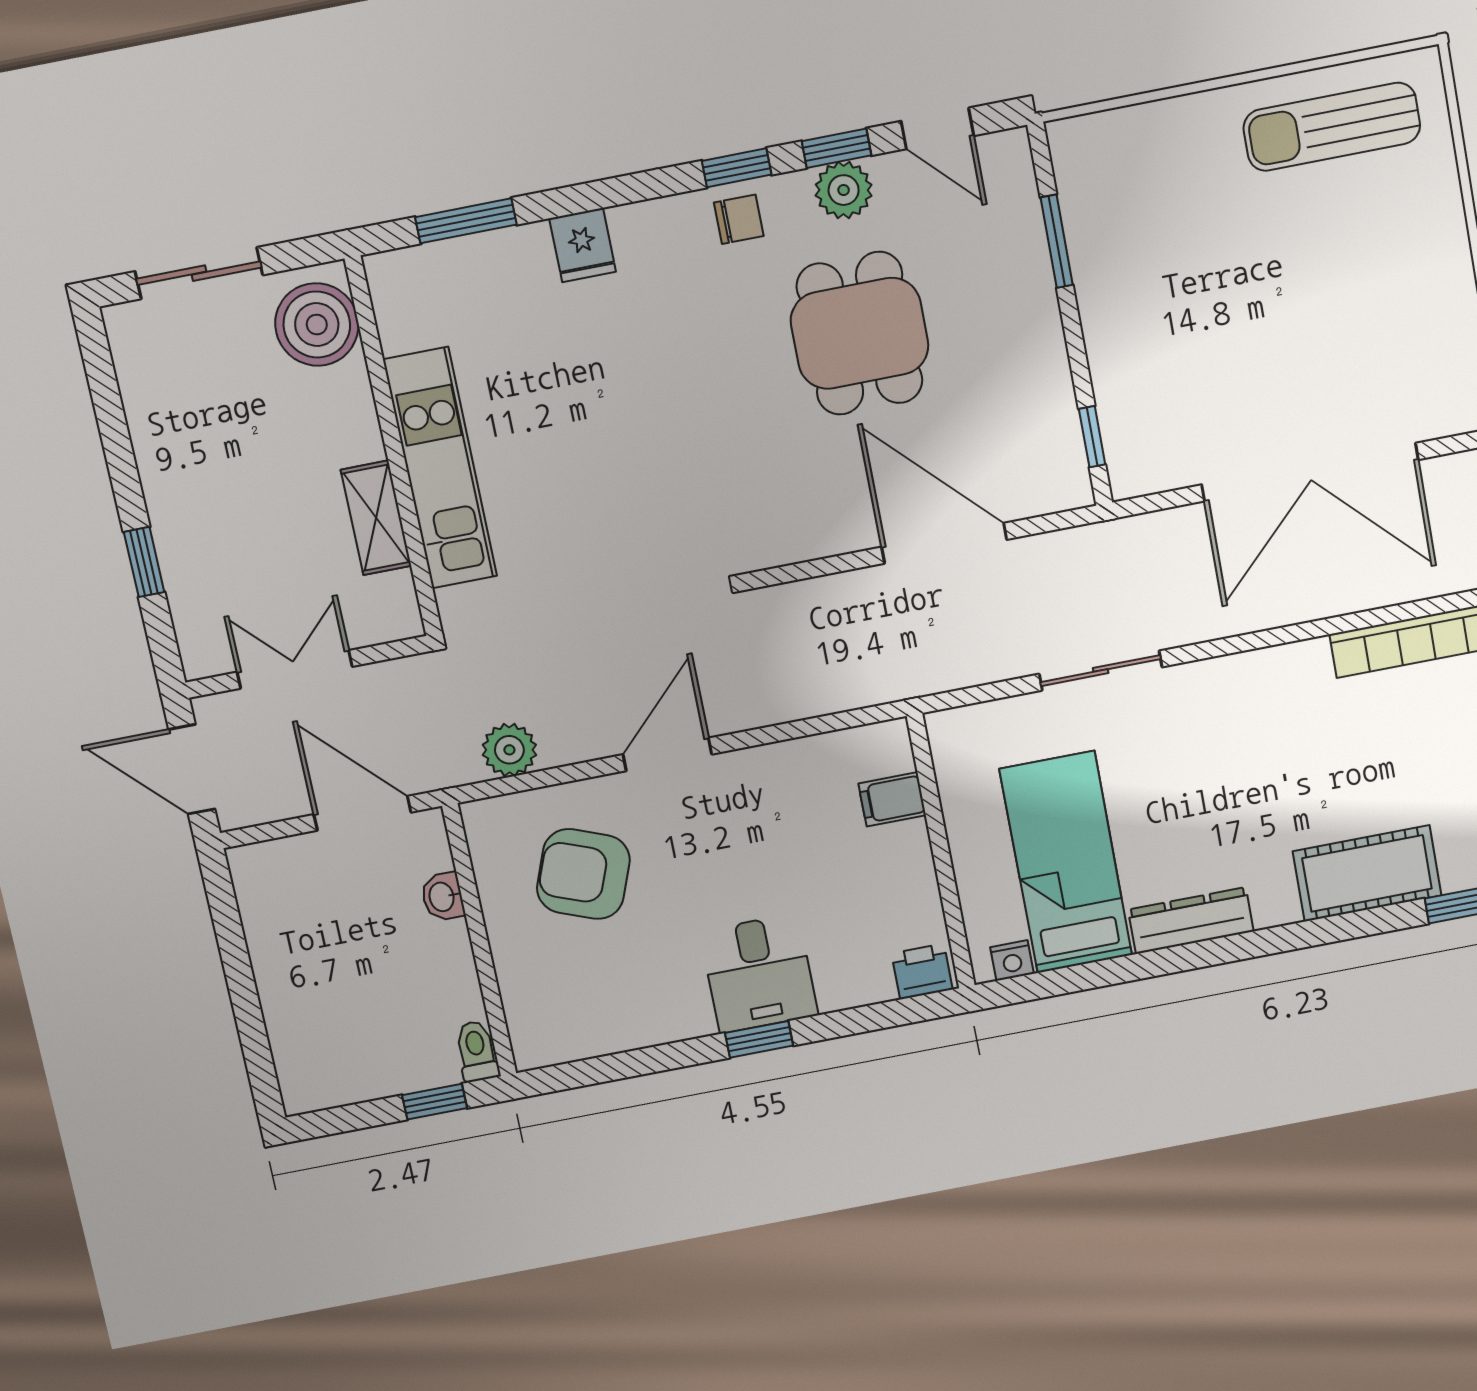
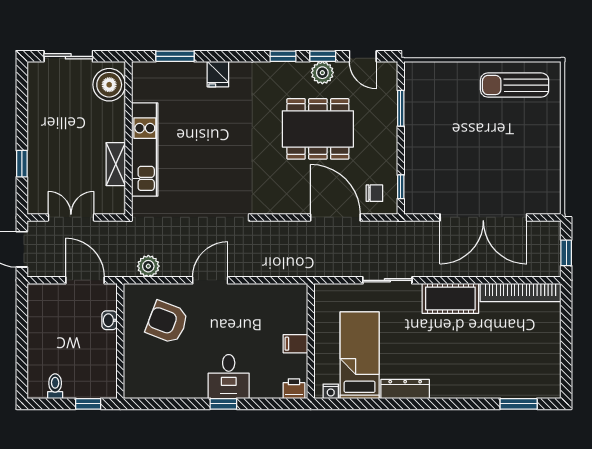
chair: (739, 219) -> (374, 193), moved
dining table: (860, 333) -> (318, 129), width x1.38
filing cabinet: (892, 799) -> (295, 344), moved
cot: (1367, 873) -> (450, 298), moved
toilet: (477, 1051) -> (55, 386), moved

